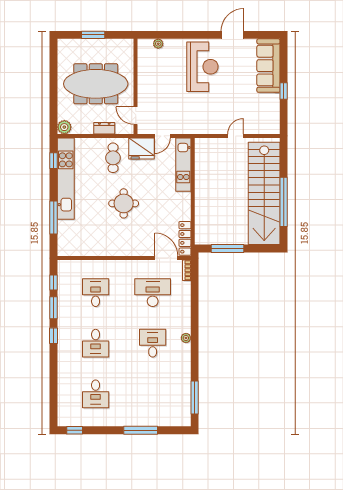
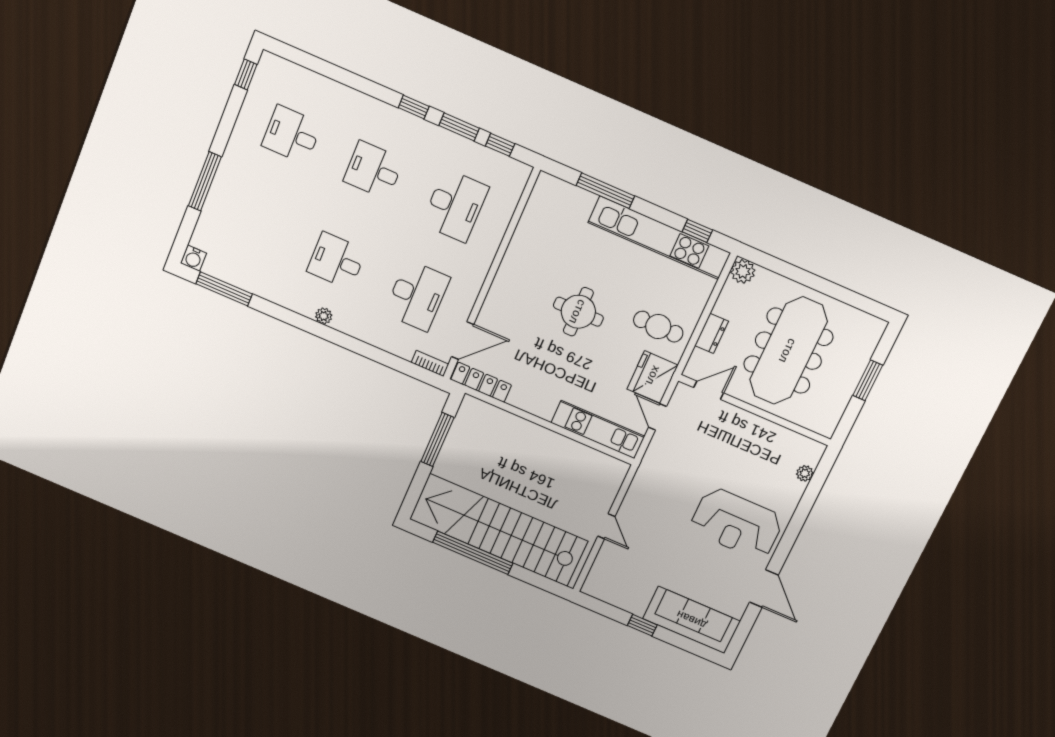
desk: (96, 293) -> (455, 206), width x1.37
desk: (153, 343) -> (337, 261), turned 180
water cooler: (185, 420) -> (194, 258), added

